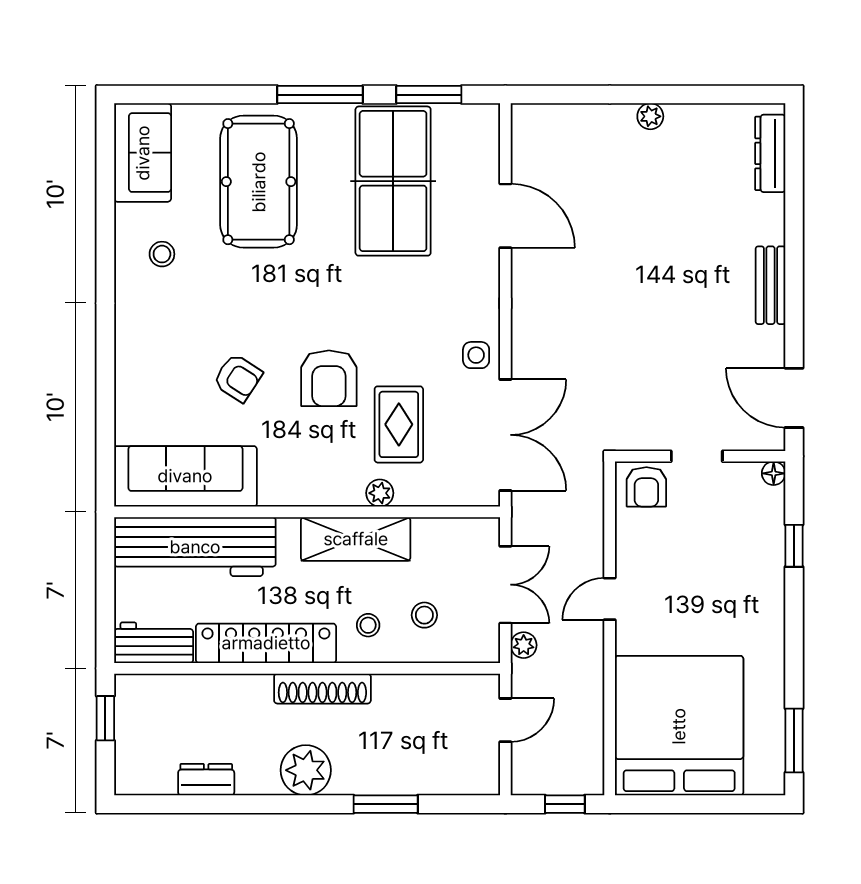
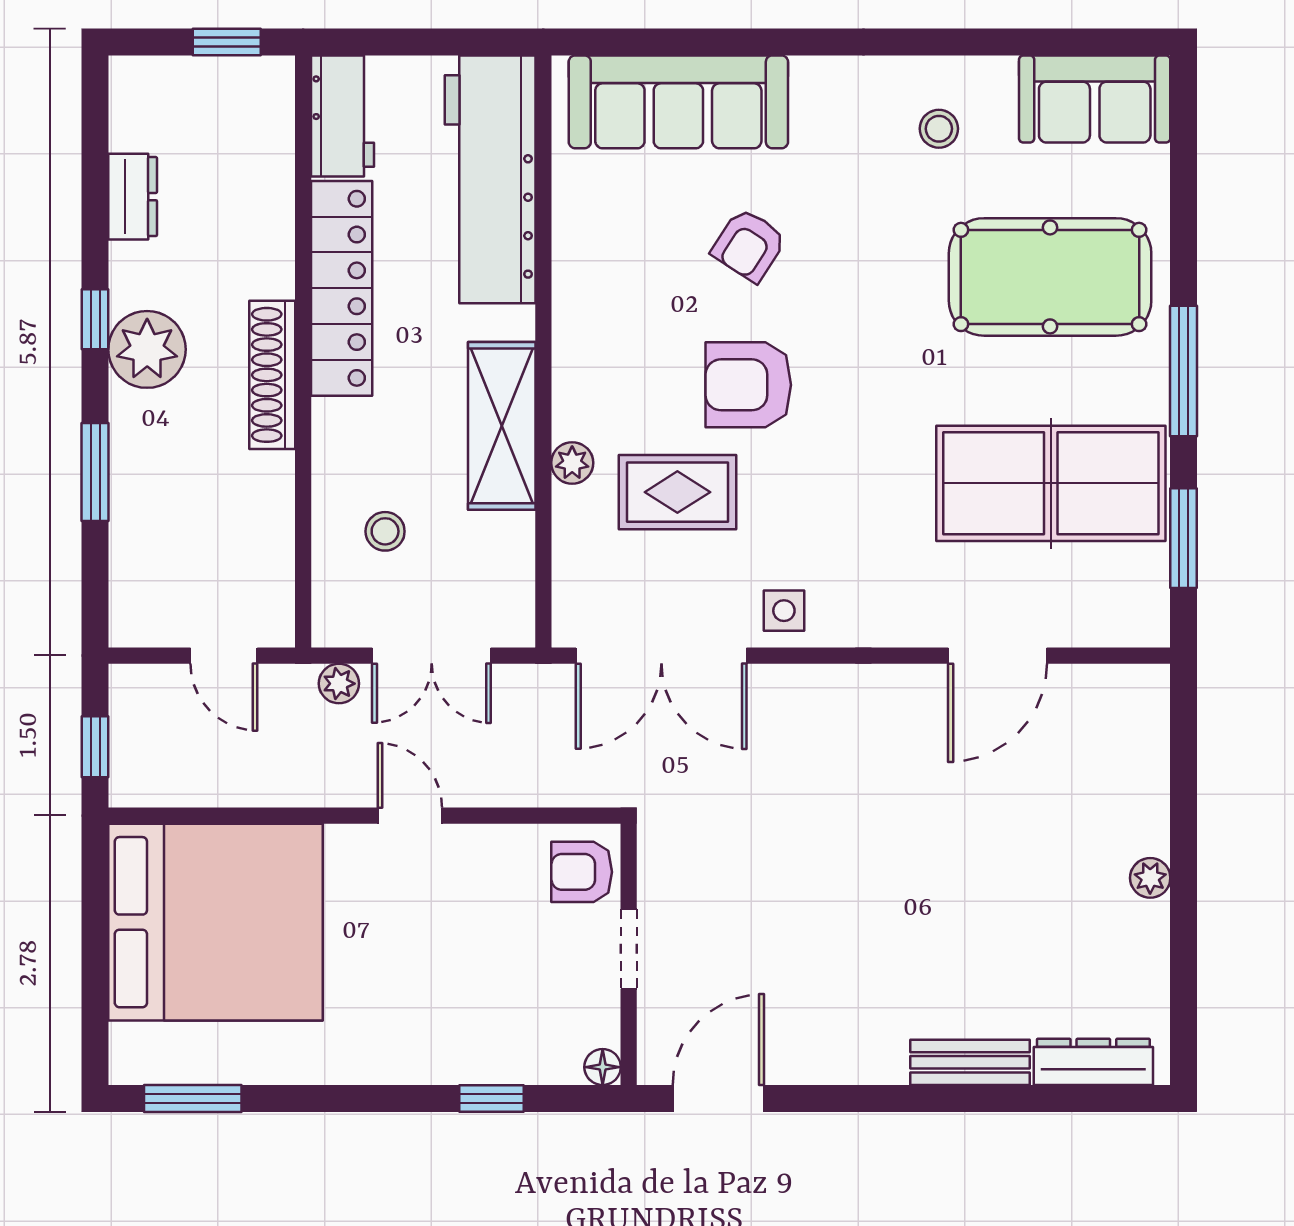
bench: (771, 285) -> (970, 1062), moved
sofa: (185, 476) -> (678, 102), moved, turned 90
stool: (368, 625) -> (370, 445), removed
window: (286, 804) -> (95, 319), added

